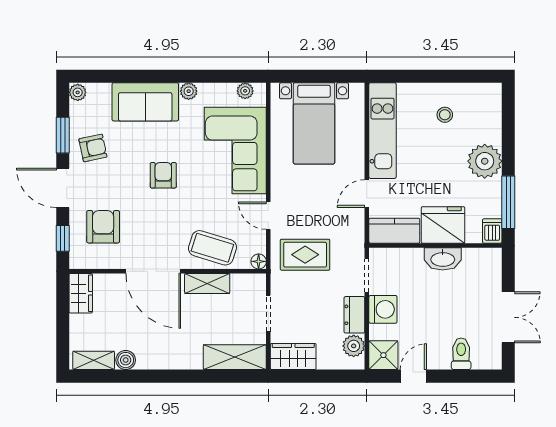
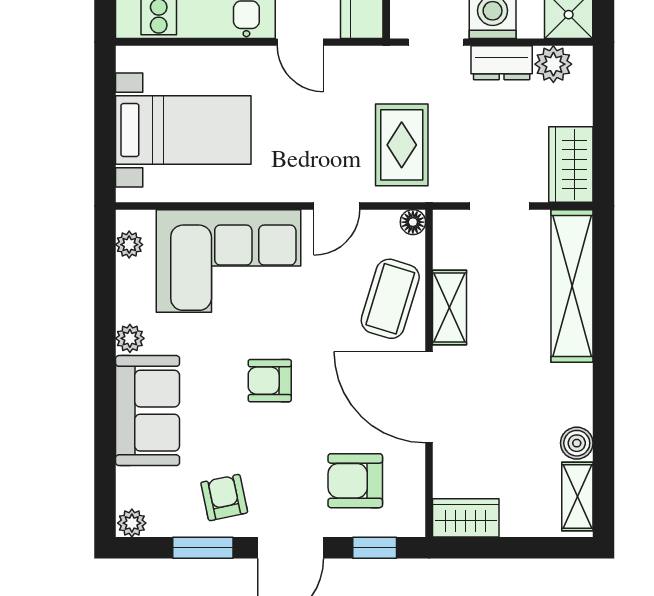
door: (153, 271) -> (429, 397), swing flipped
shelving: (235, 357) -> (572, 286), width x1.47

